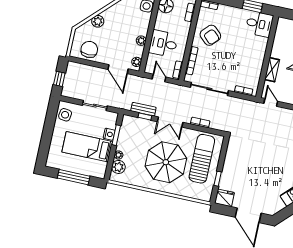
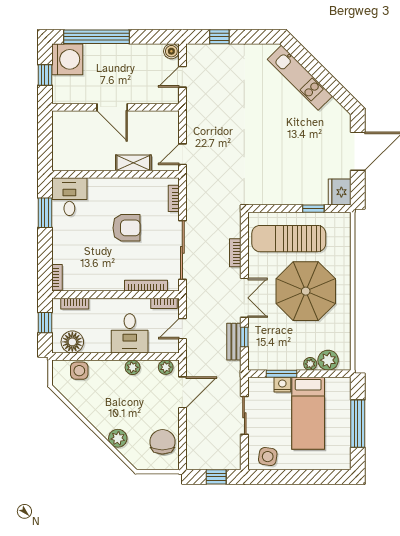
armchair: (210, 35) -> (127, 228), moved, turned 47
chair: (89, 49) -> (162, 442), turned 90

